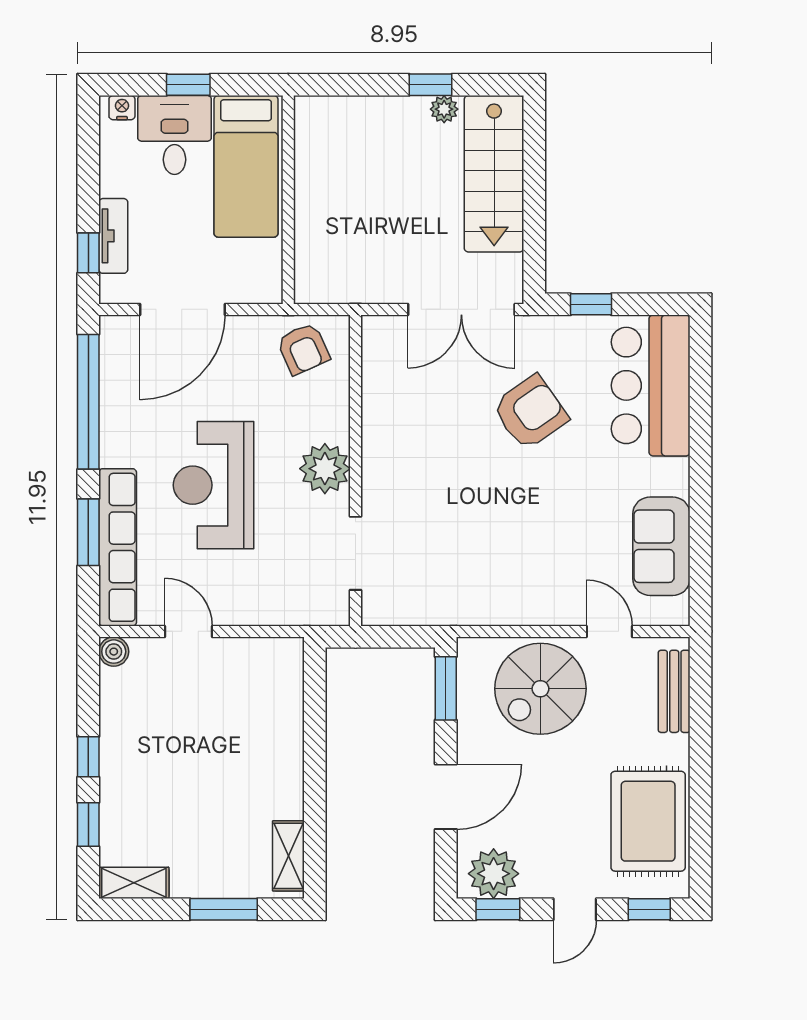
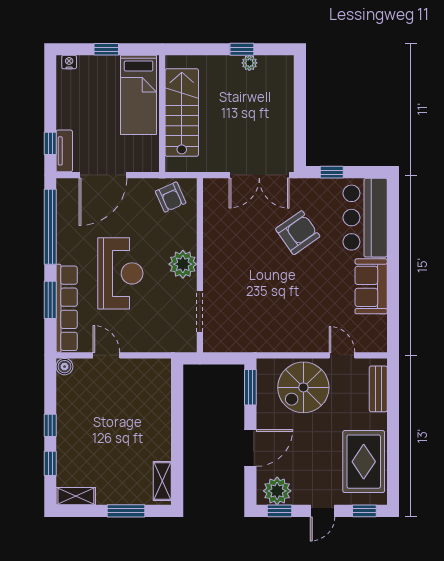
desk: (174, 135) -> (99, 77), removed
stairs: (494, 174) -> (182, 113), moved, turned 180
tv unit: (113, 236) -> (64, 151), moved
reception desk: (214, 485) -> (120, 273), turned 180
sofa: (661, 546) -> (371, 286), moved

